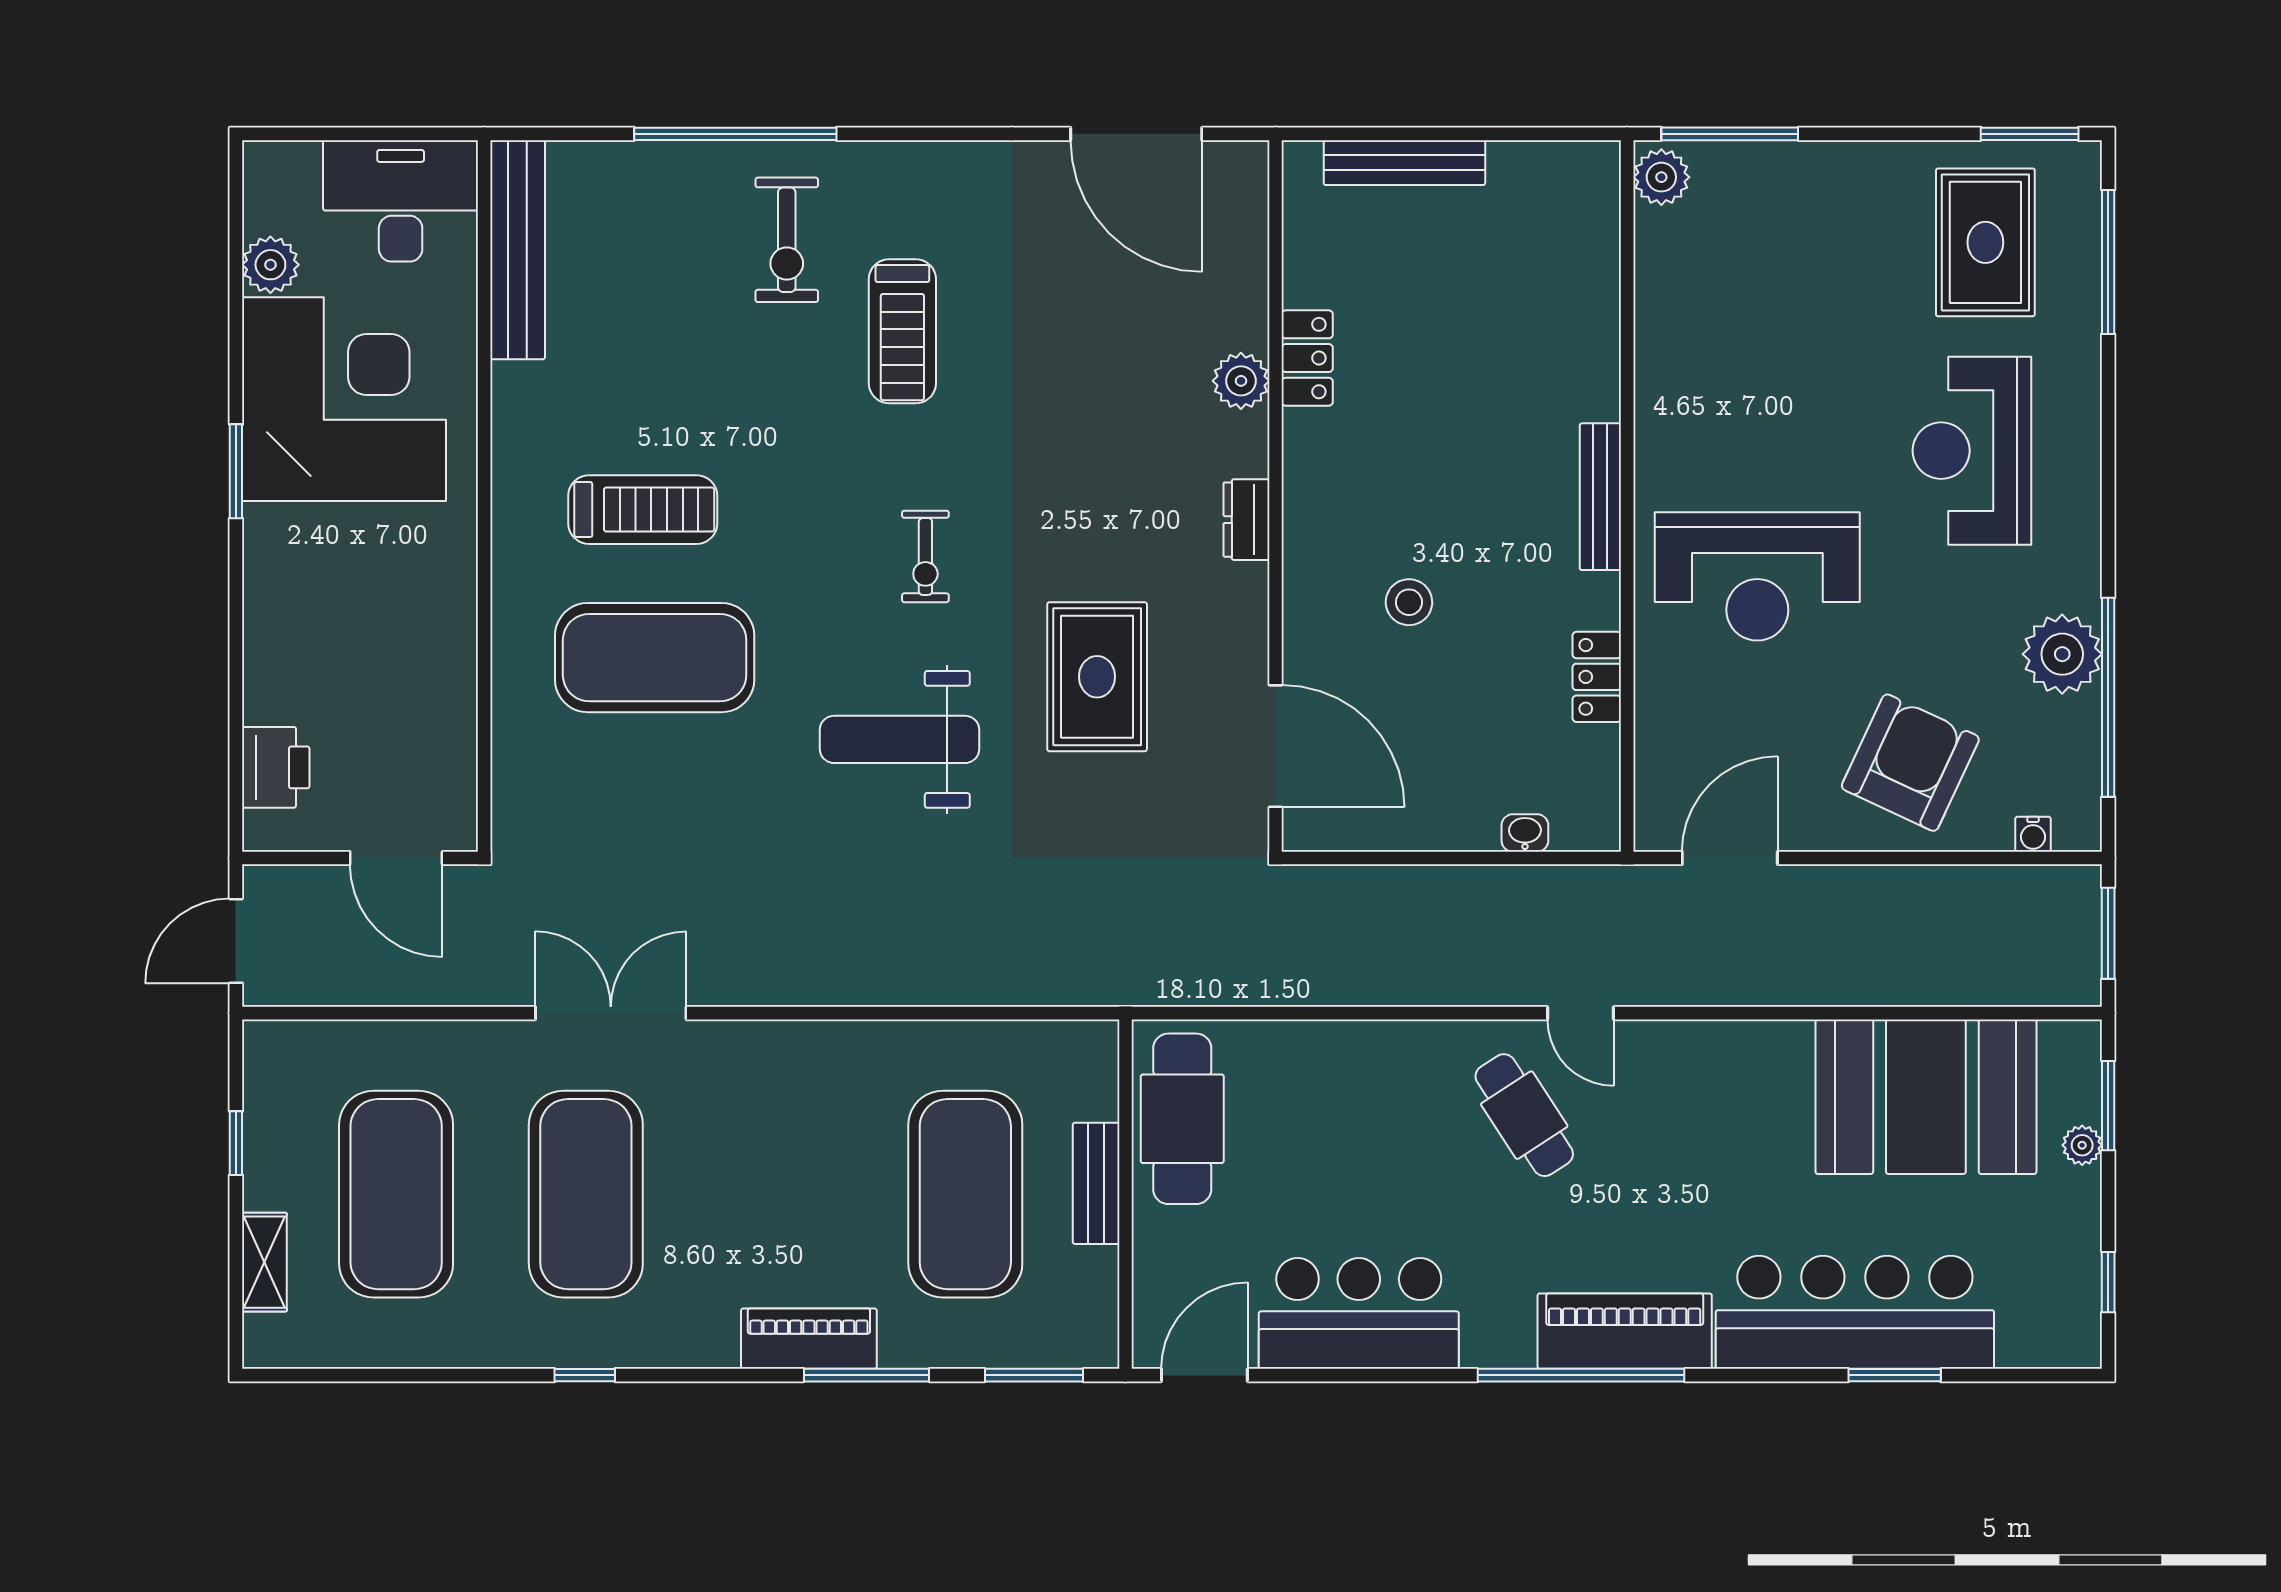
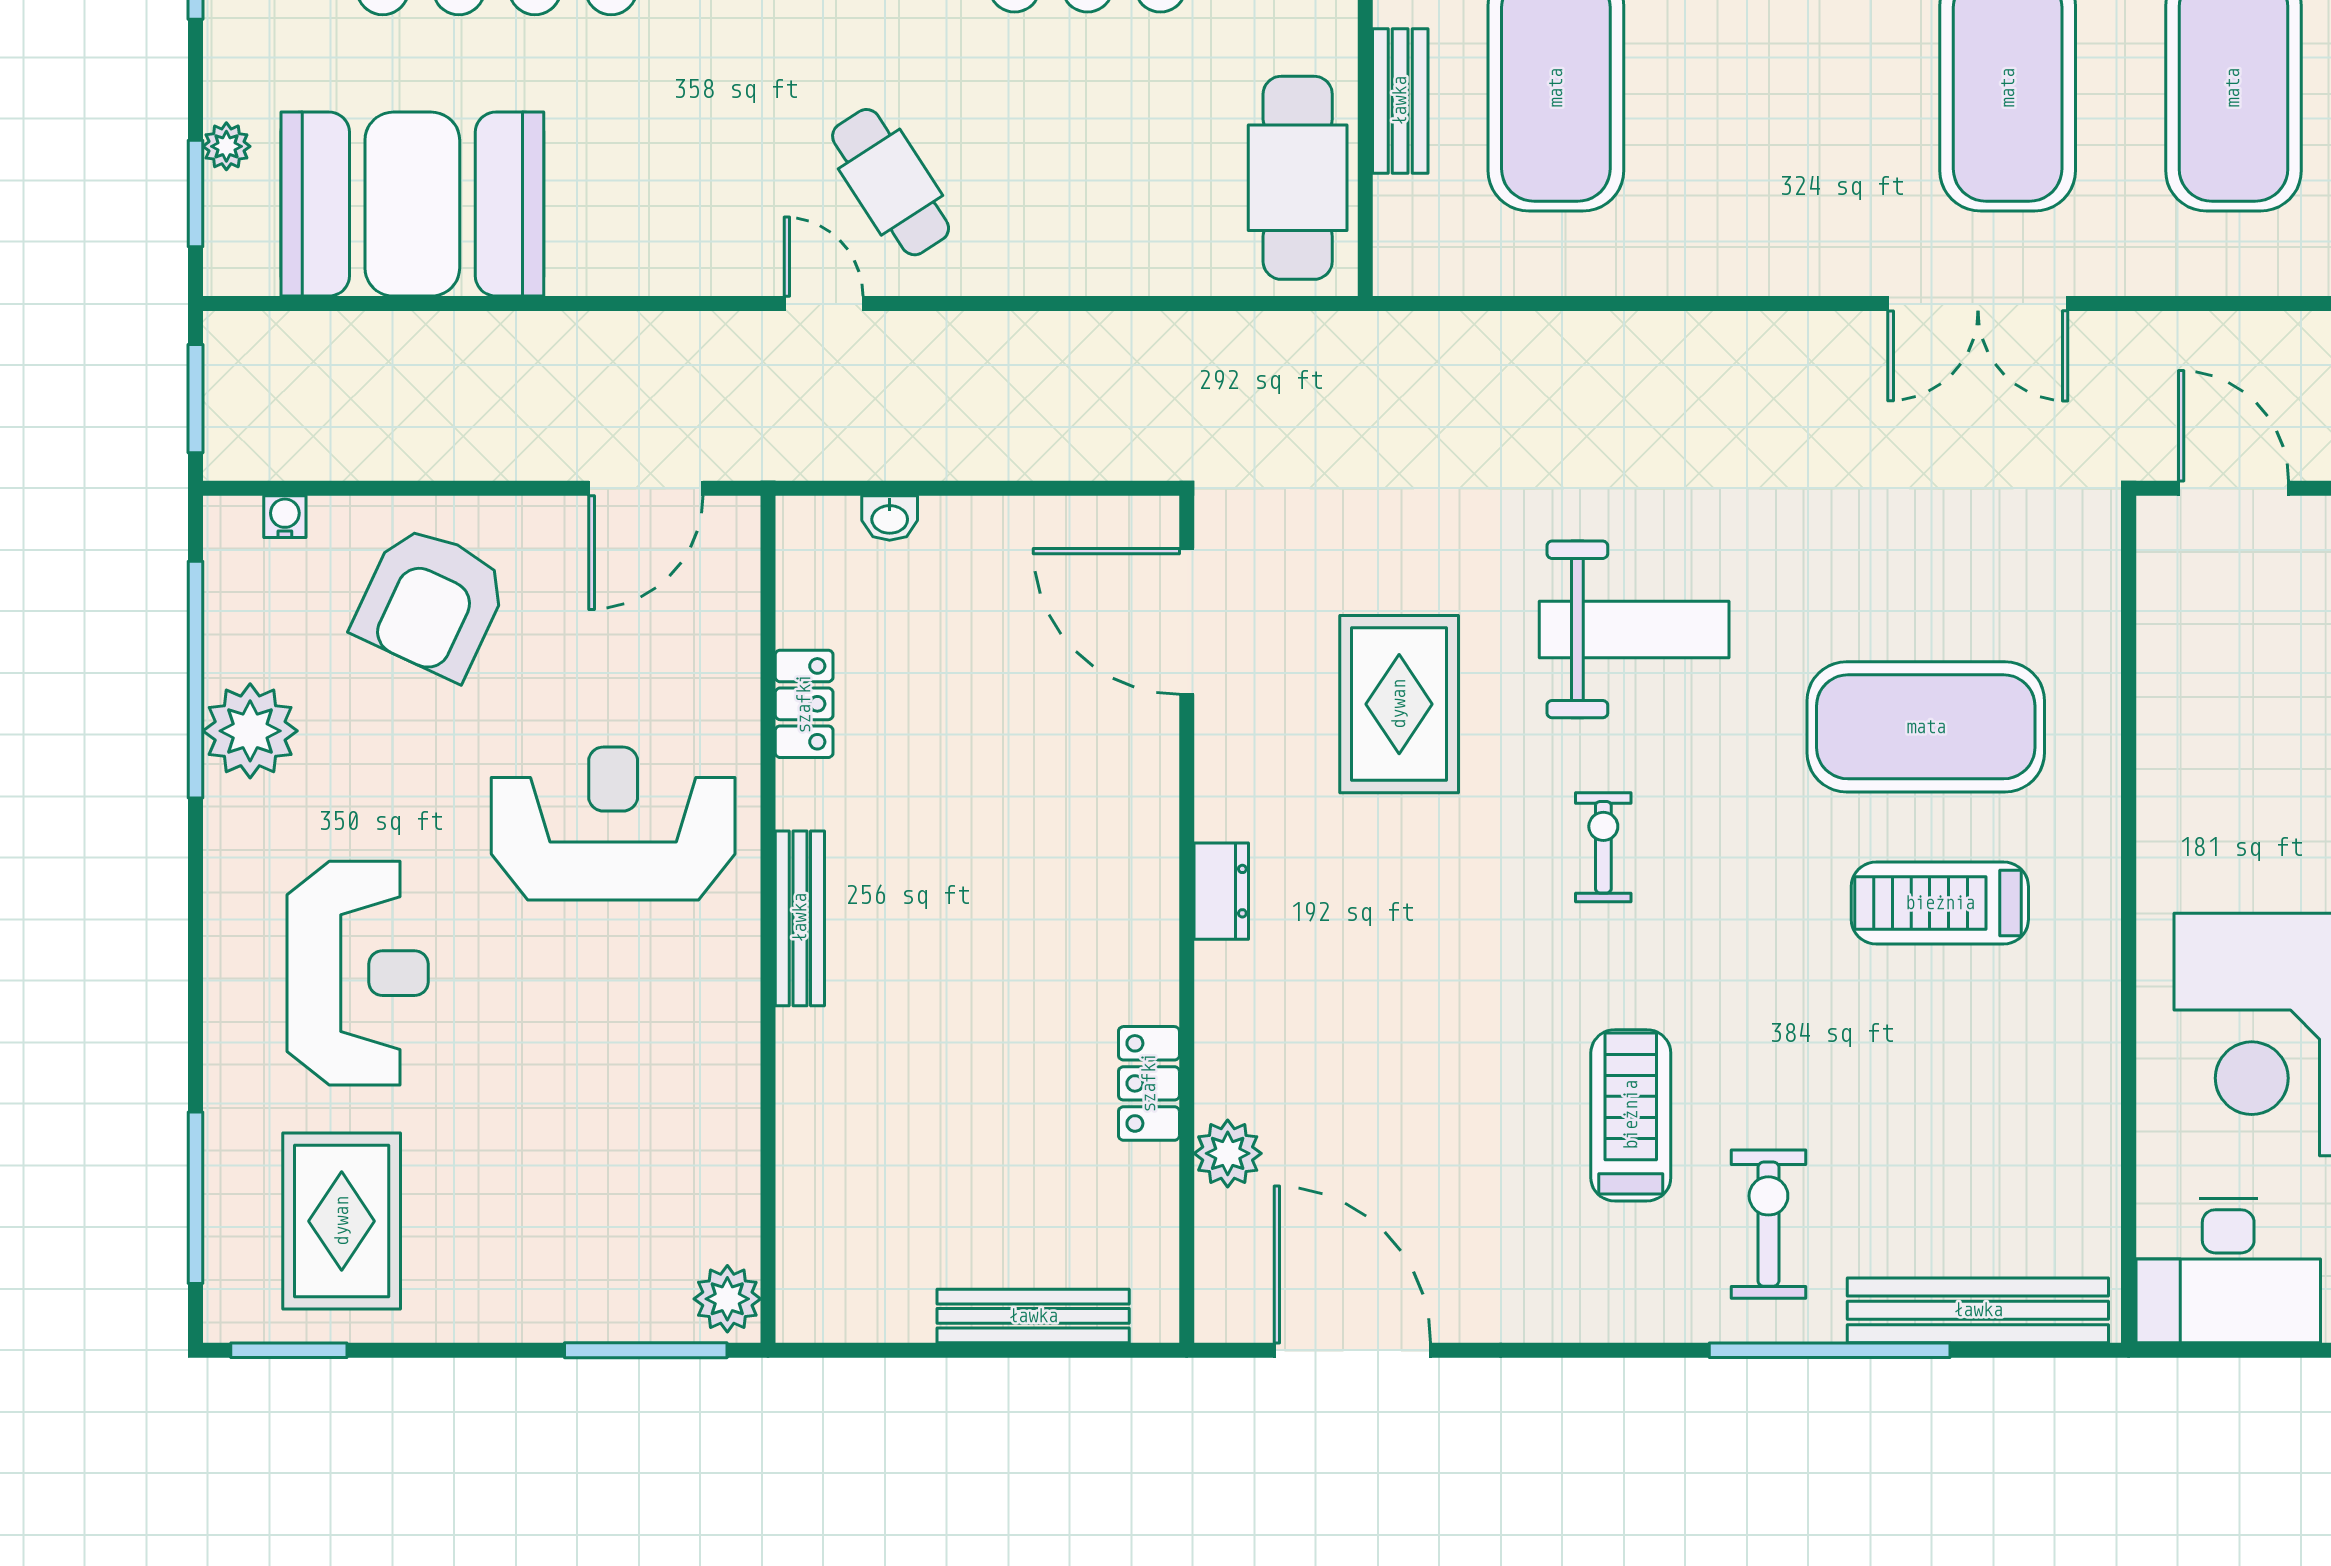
bench: (518, 250) -> (1978, 1310), moved, turned 90
plant: (1241, 381) -> (1228, 1153), moved
stool: (1409, 602) -> (1028, 793), removed

